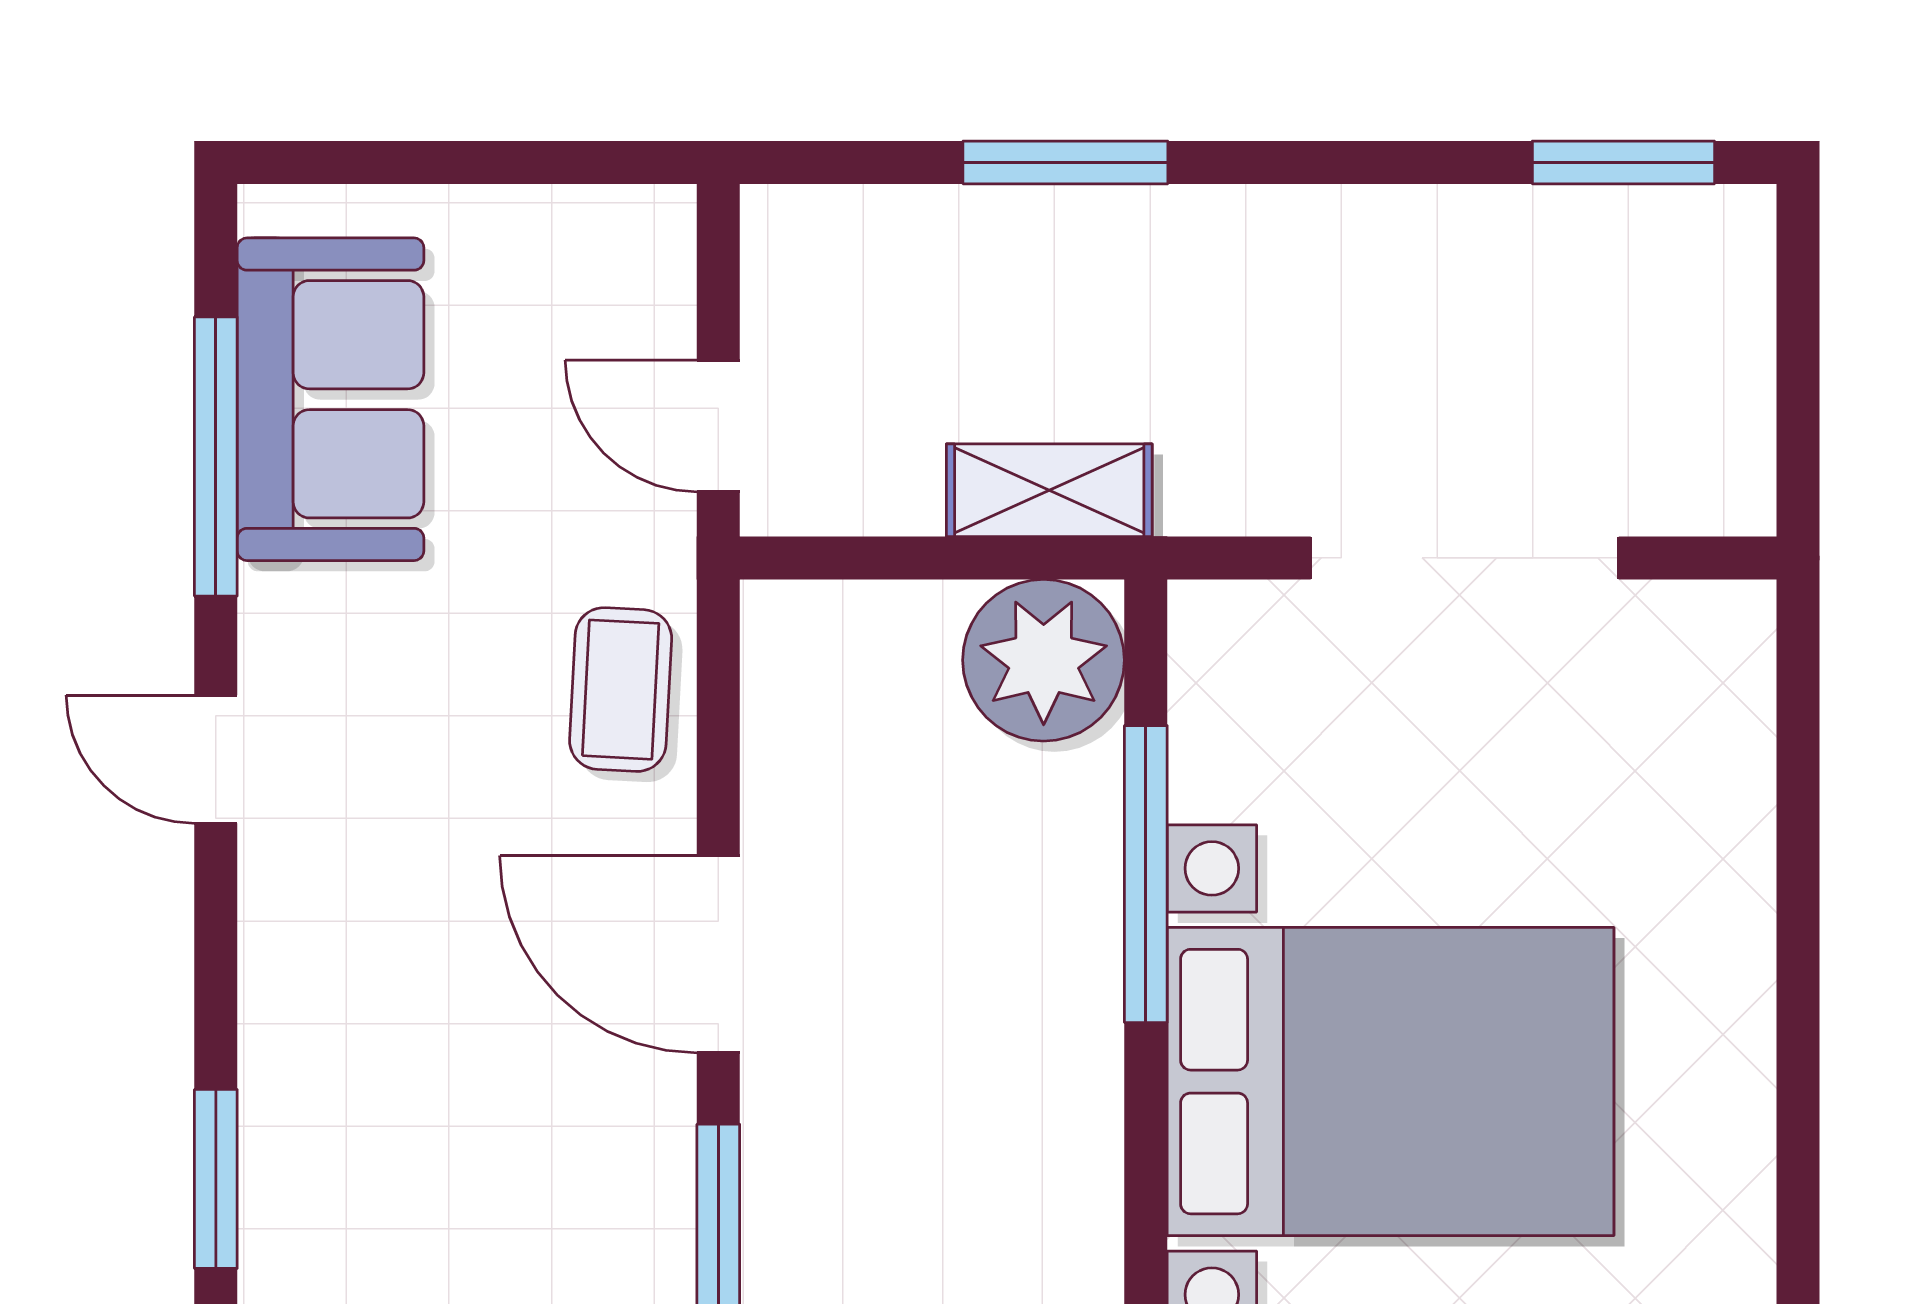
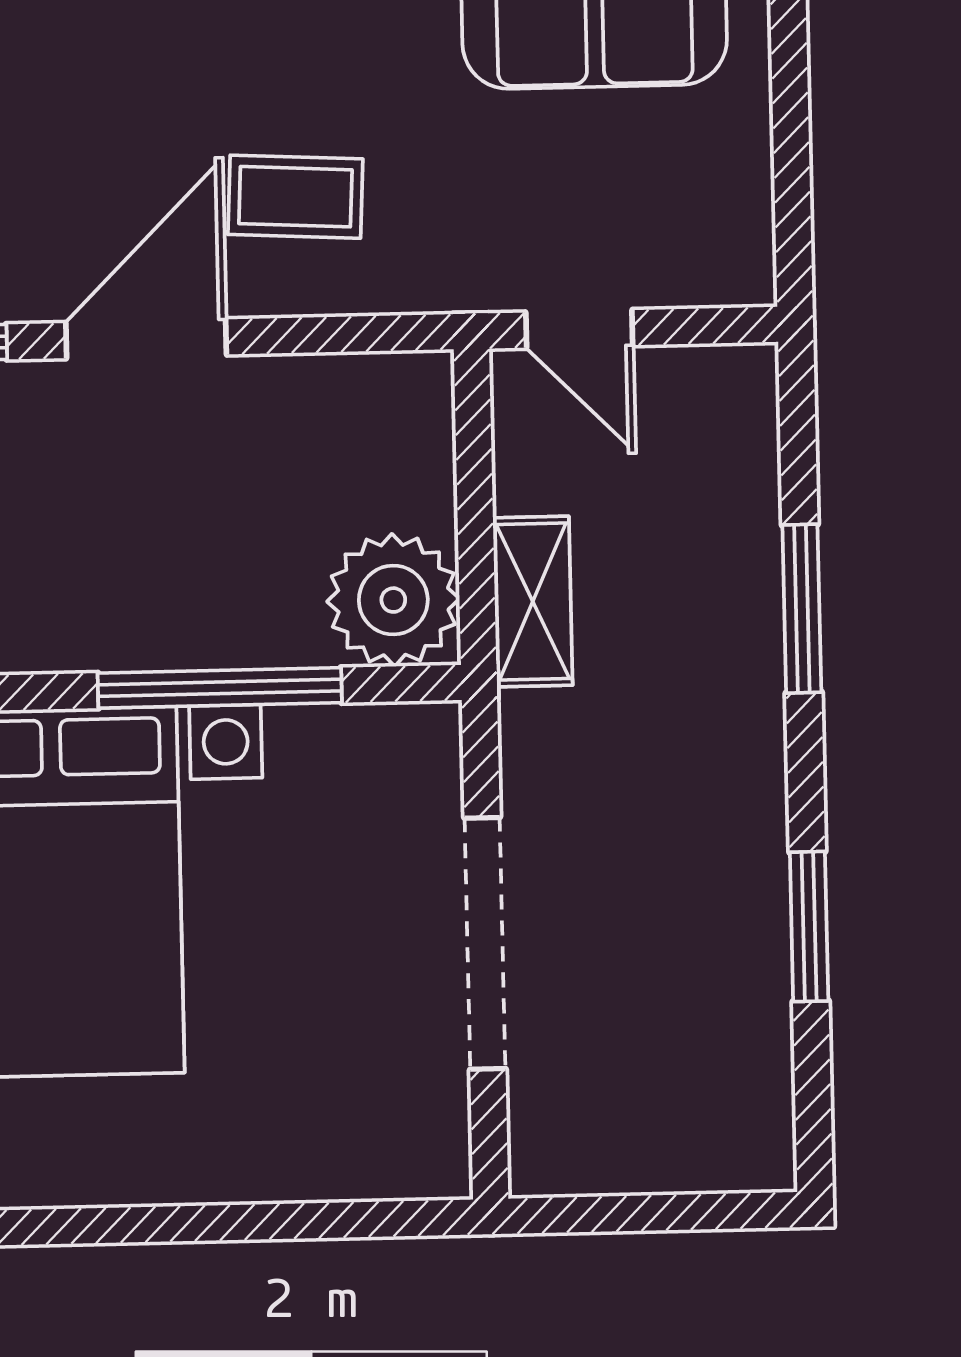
window: (1623, 162) -> (809, 927), moved
door: (718, 426) -> (579, 329), swing flipped
coffee table: (621, 690) -> (295, 197), moved

